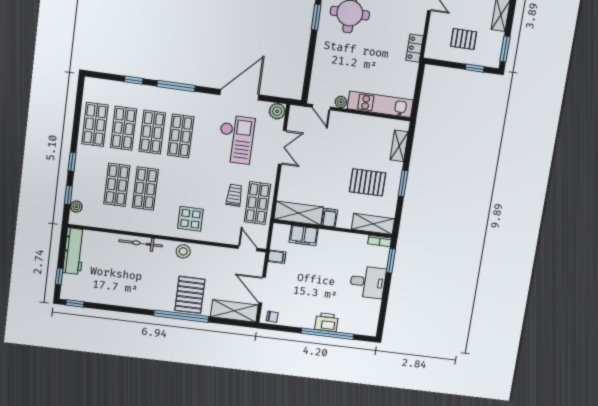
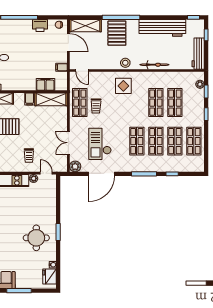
trolley: (343, 137) -> (29, 155), added
workbench: (123, 294) -> (162, 28), added
printer: (327, 322) -> (40, 26), moved

